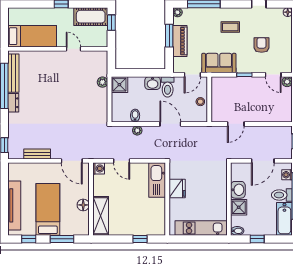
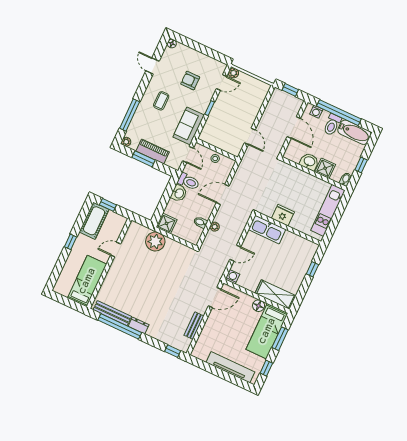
plant: (102, 82) -> (155, 242), width x1.87, depth x1.87
bed: (48, 209) -> (267, 331), moved, turned -90

